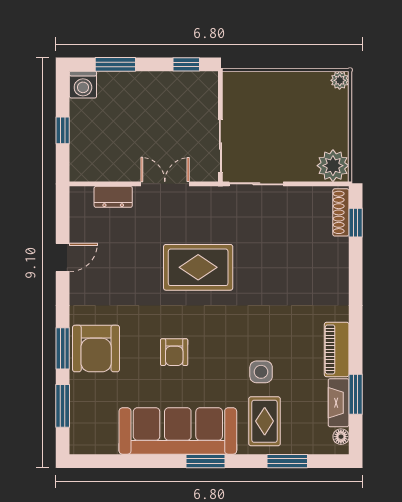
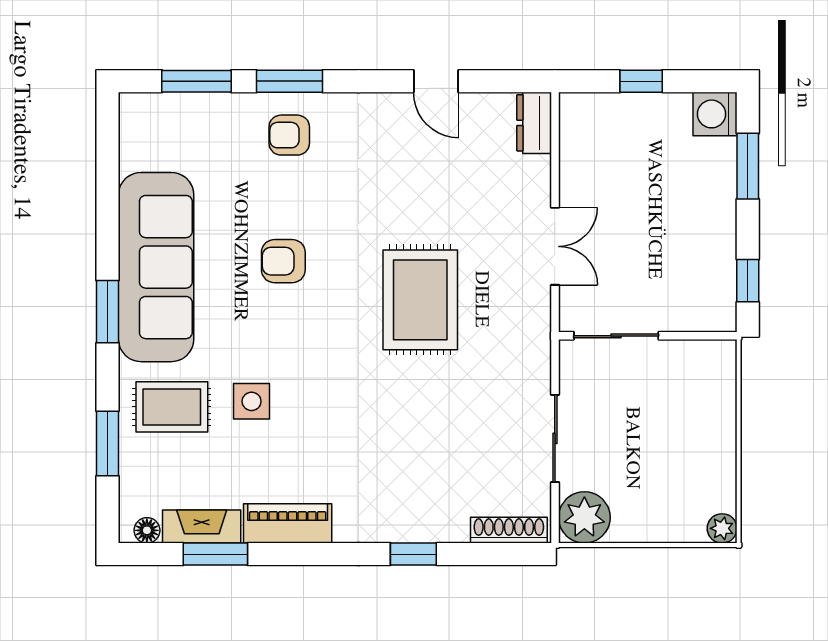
sliding door: (256, 184) -> (555, 438), moved
dresser: (113, 197) -> (534, 123), moved
window: (356, 223) -> (413, 554), moved
armchair: (96, 348) -> (289, 135), width x0.53, depth x0.53

